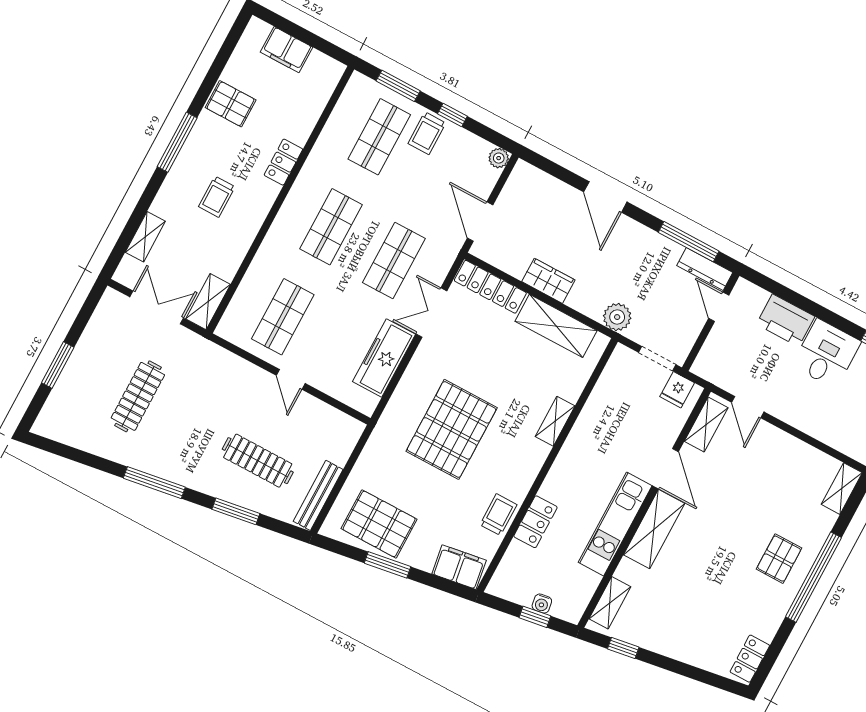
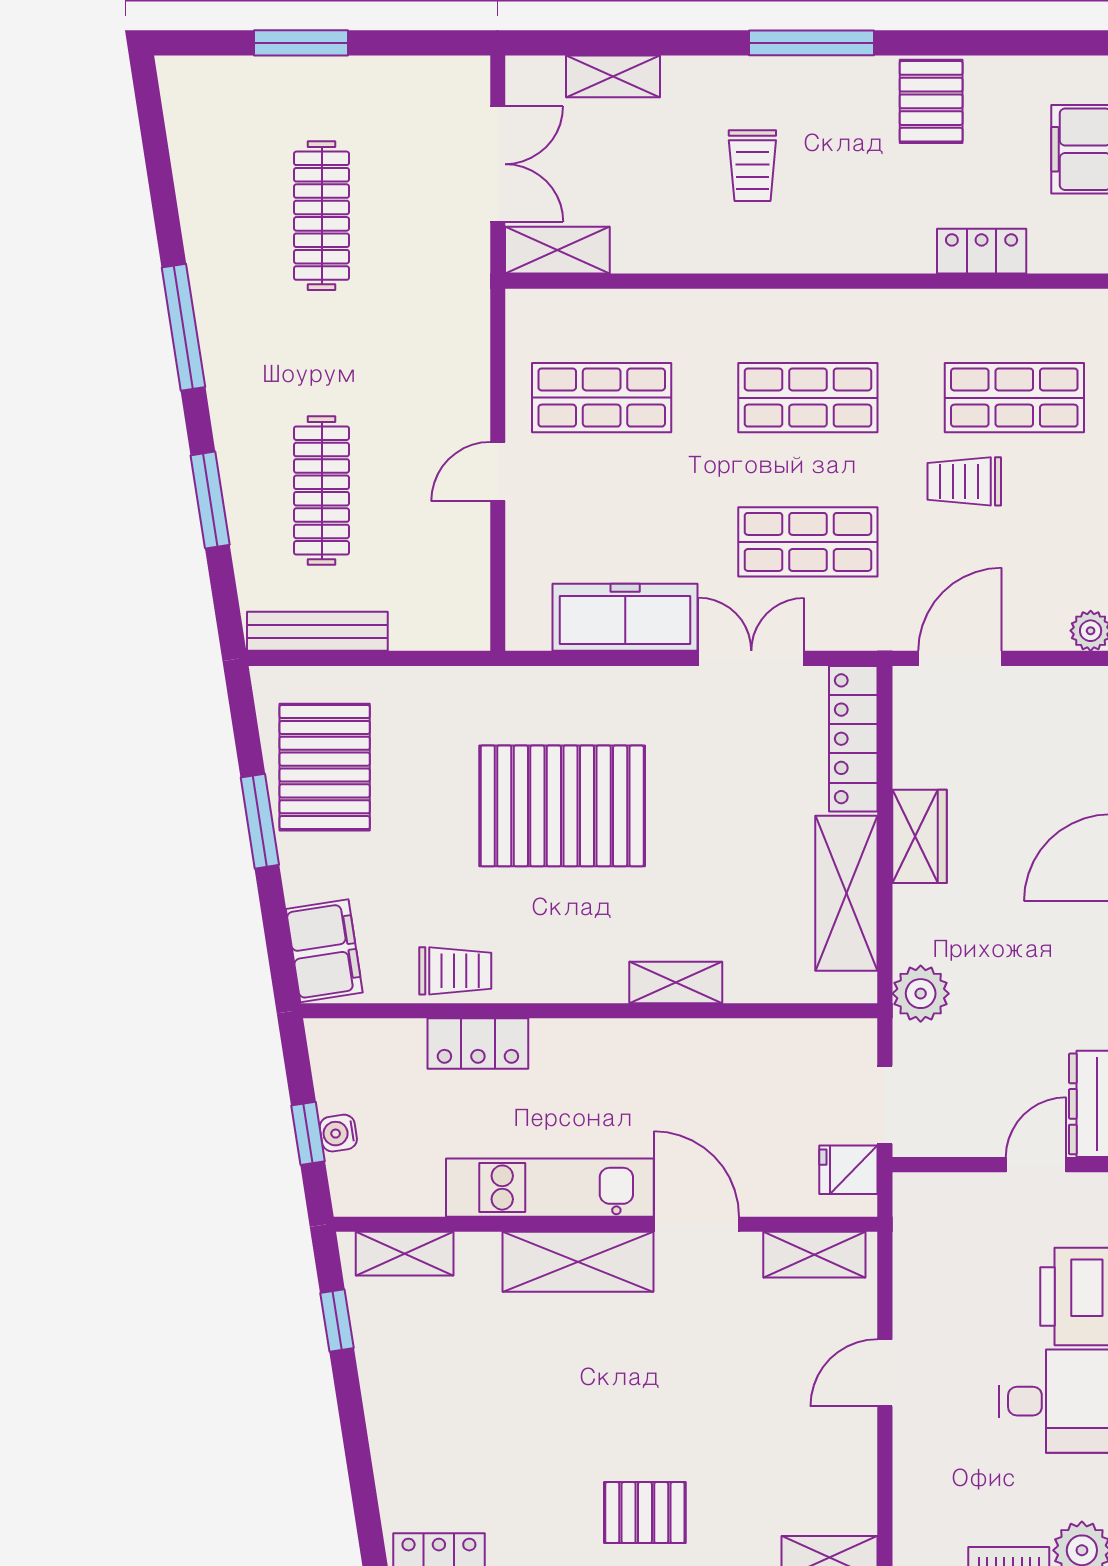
trolley: (427, 133) -> (964, 481), moved
locker: (283, 162) -> (982, 251), moved
trolley: (217, 197) -> (752, 166), turned -90
clothes rail: (138, 396) -> (322, 216), turned 90
door: (748, 407) -> (885, 1373), moved
door: (665, 469) -> (696, 1224), swing flipped

